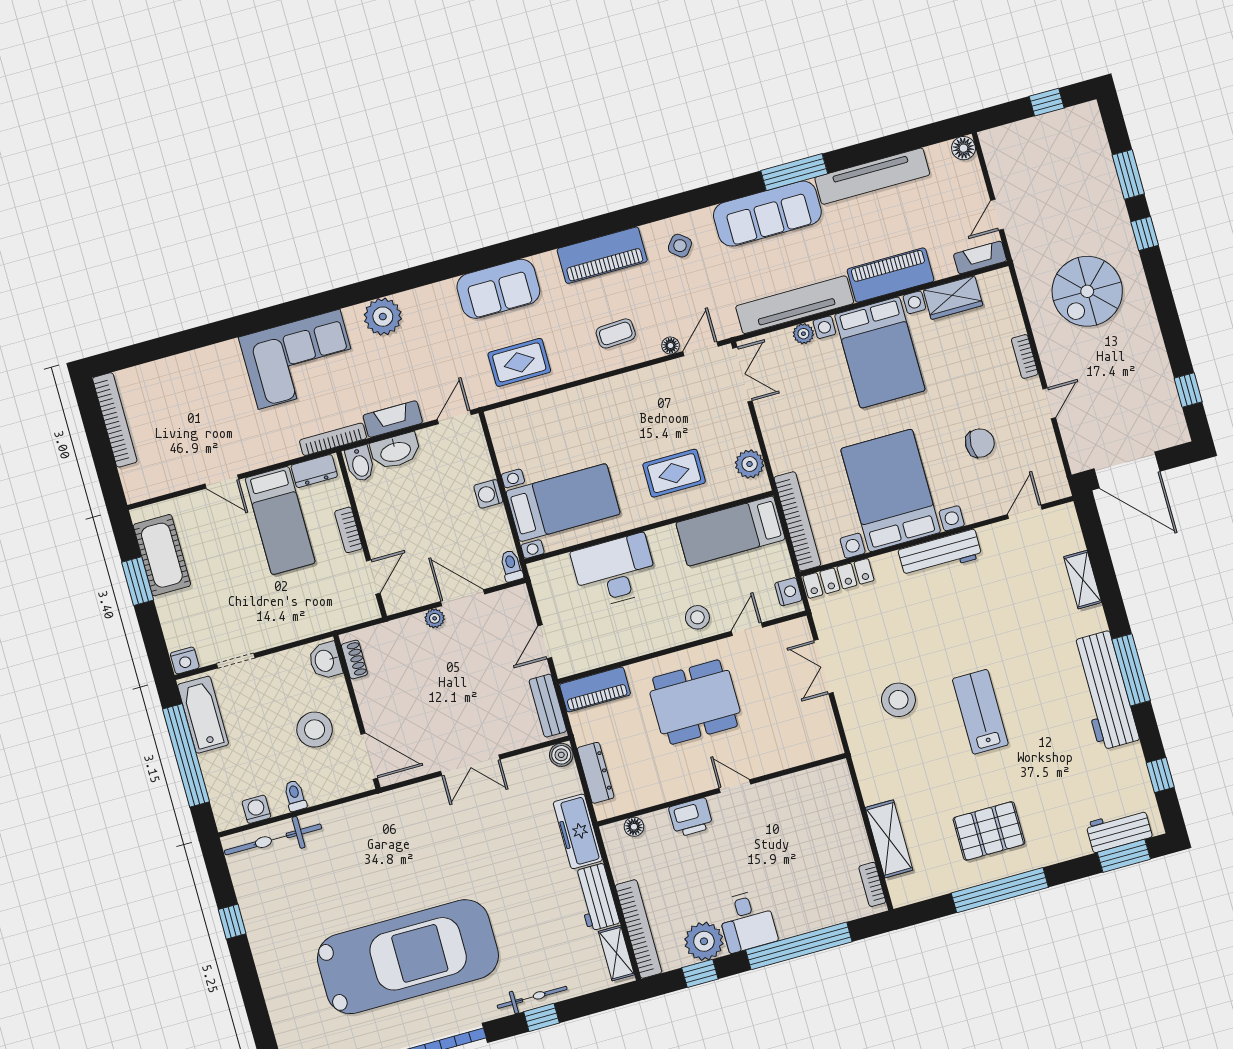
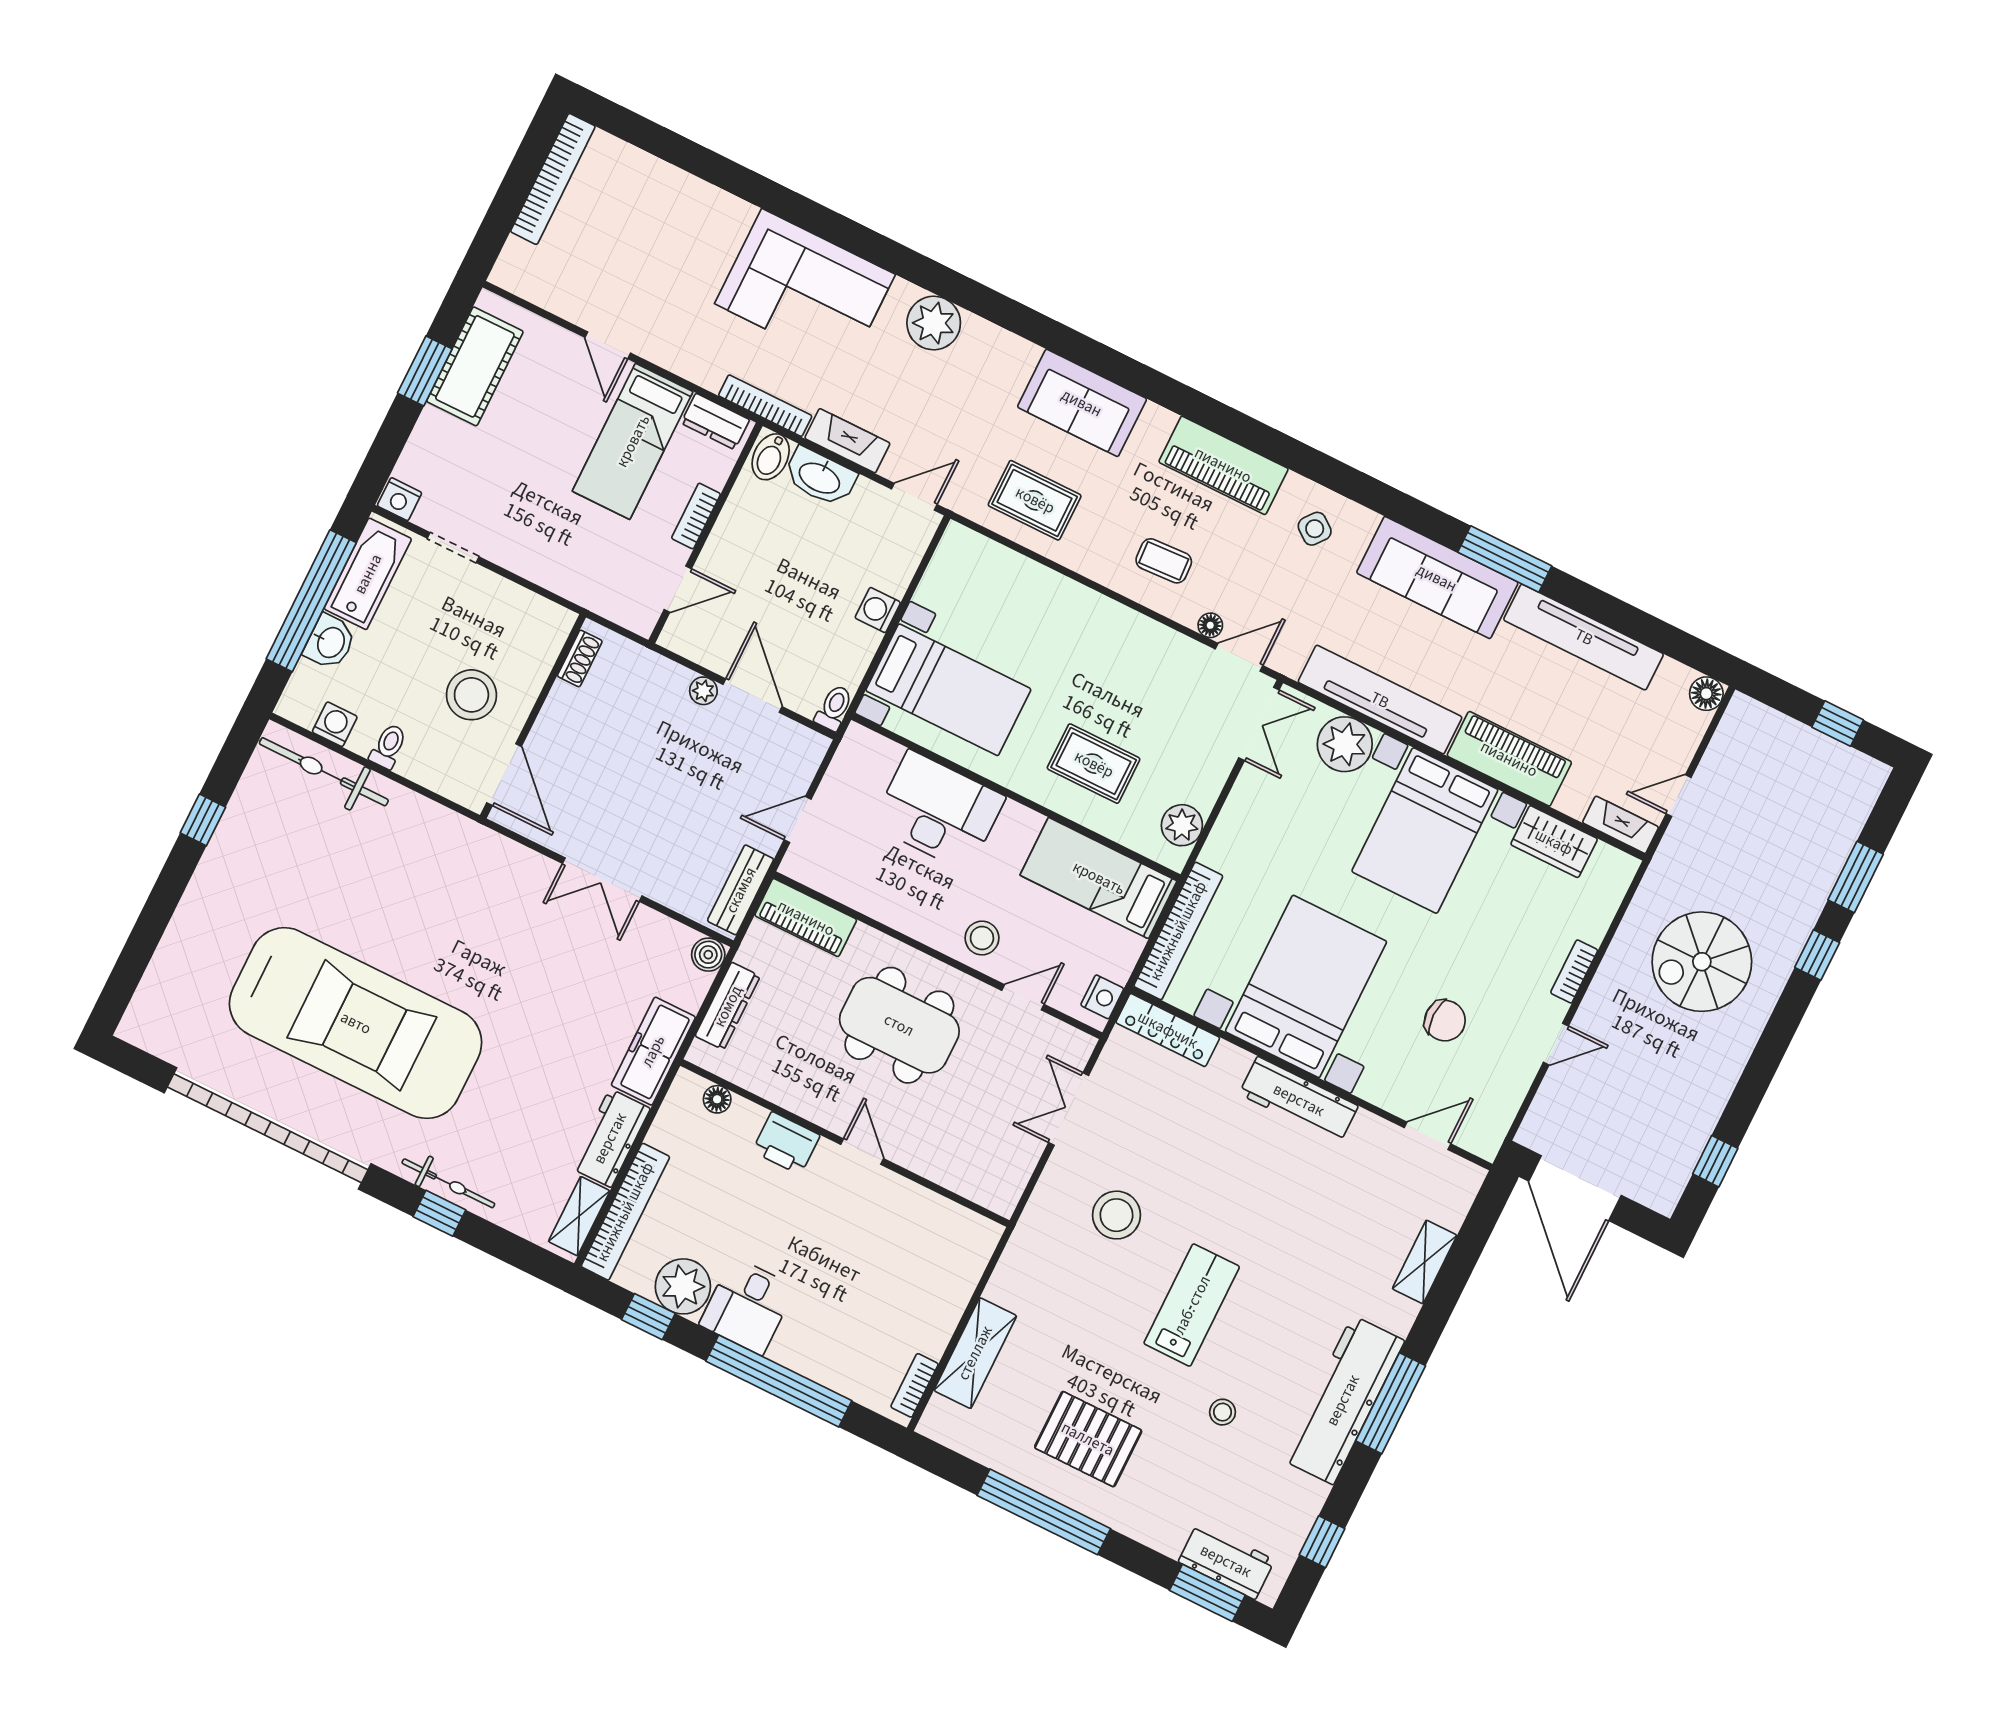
plant: (803, 334) -> (1345, 744), width x1.87, depth x1.87
washbasin: (325, 661) -> (330, 642), moved, turned 180
stool: (1047, 754) -> (1223, 1412), added

